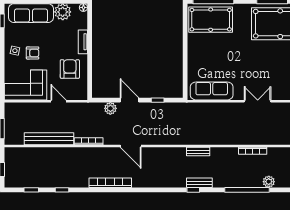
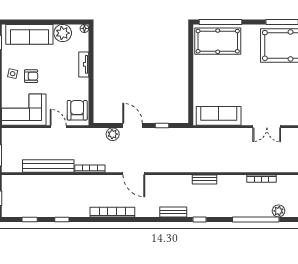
armchair: (70, 69) -> (77, 110), moved
double door: (258, 101) -> (267, 127), swing flipped
bench: (199, 183) -> (173, 212), moved

